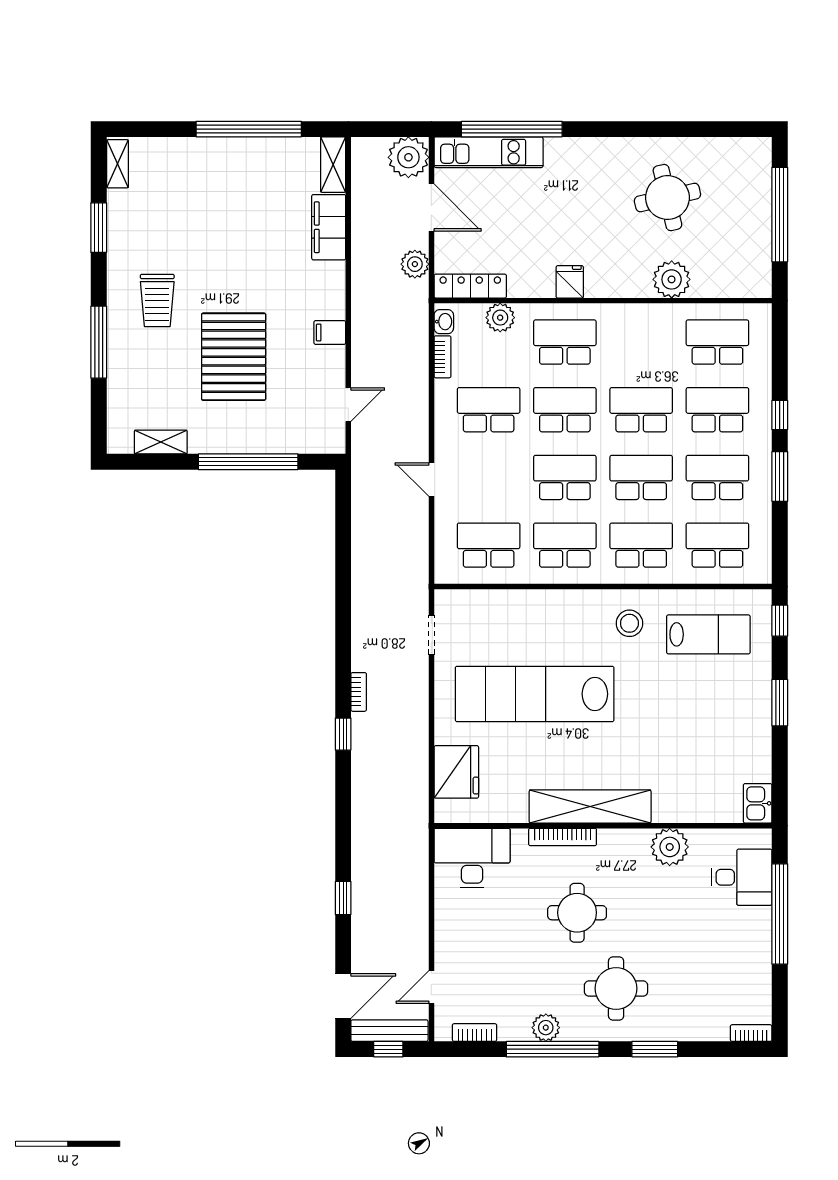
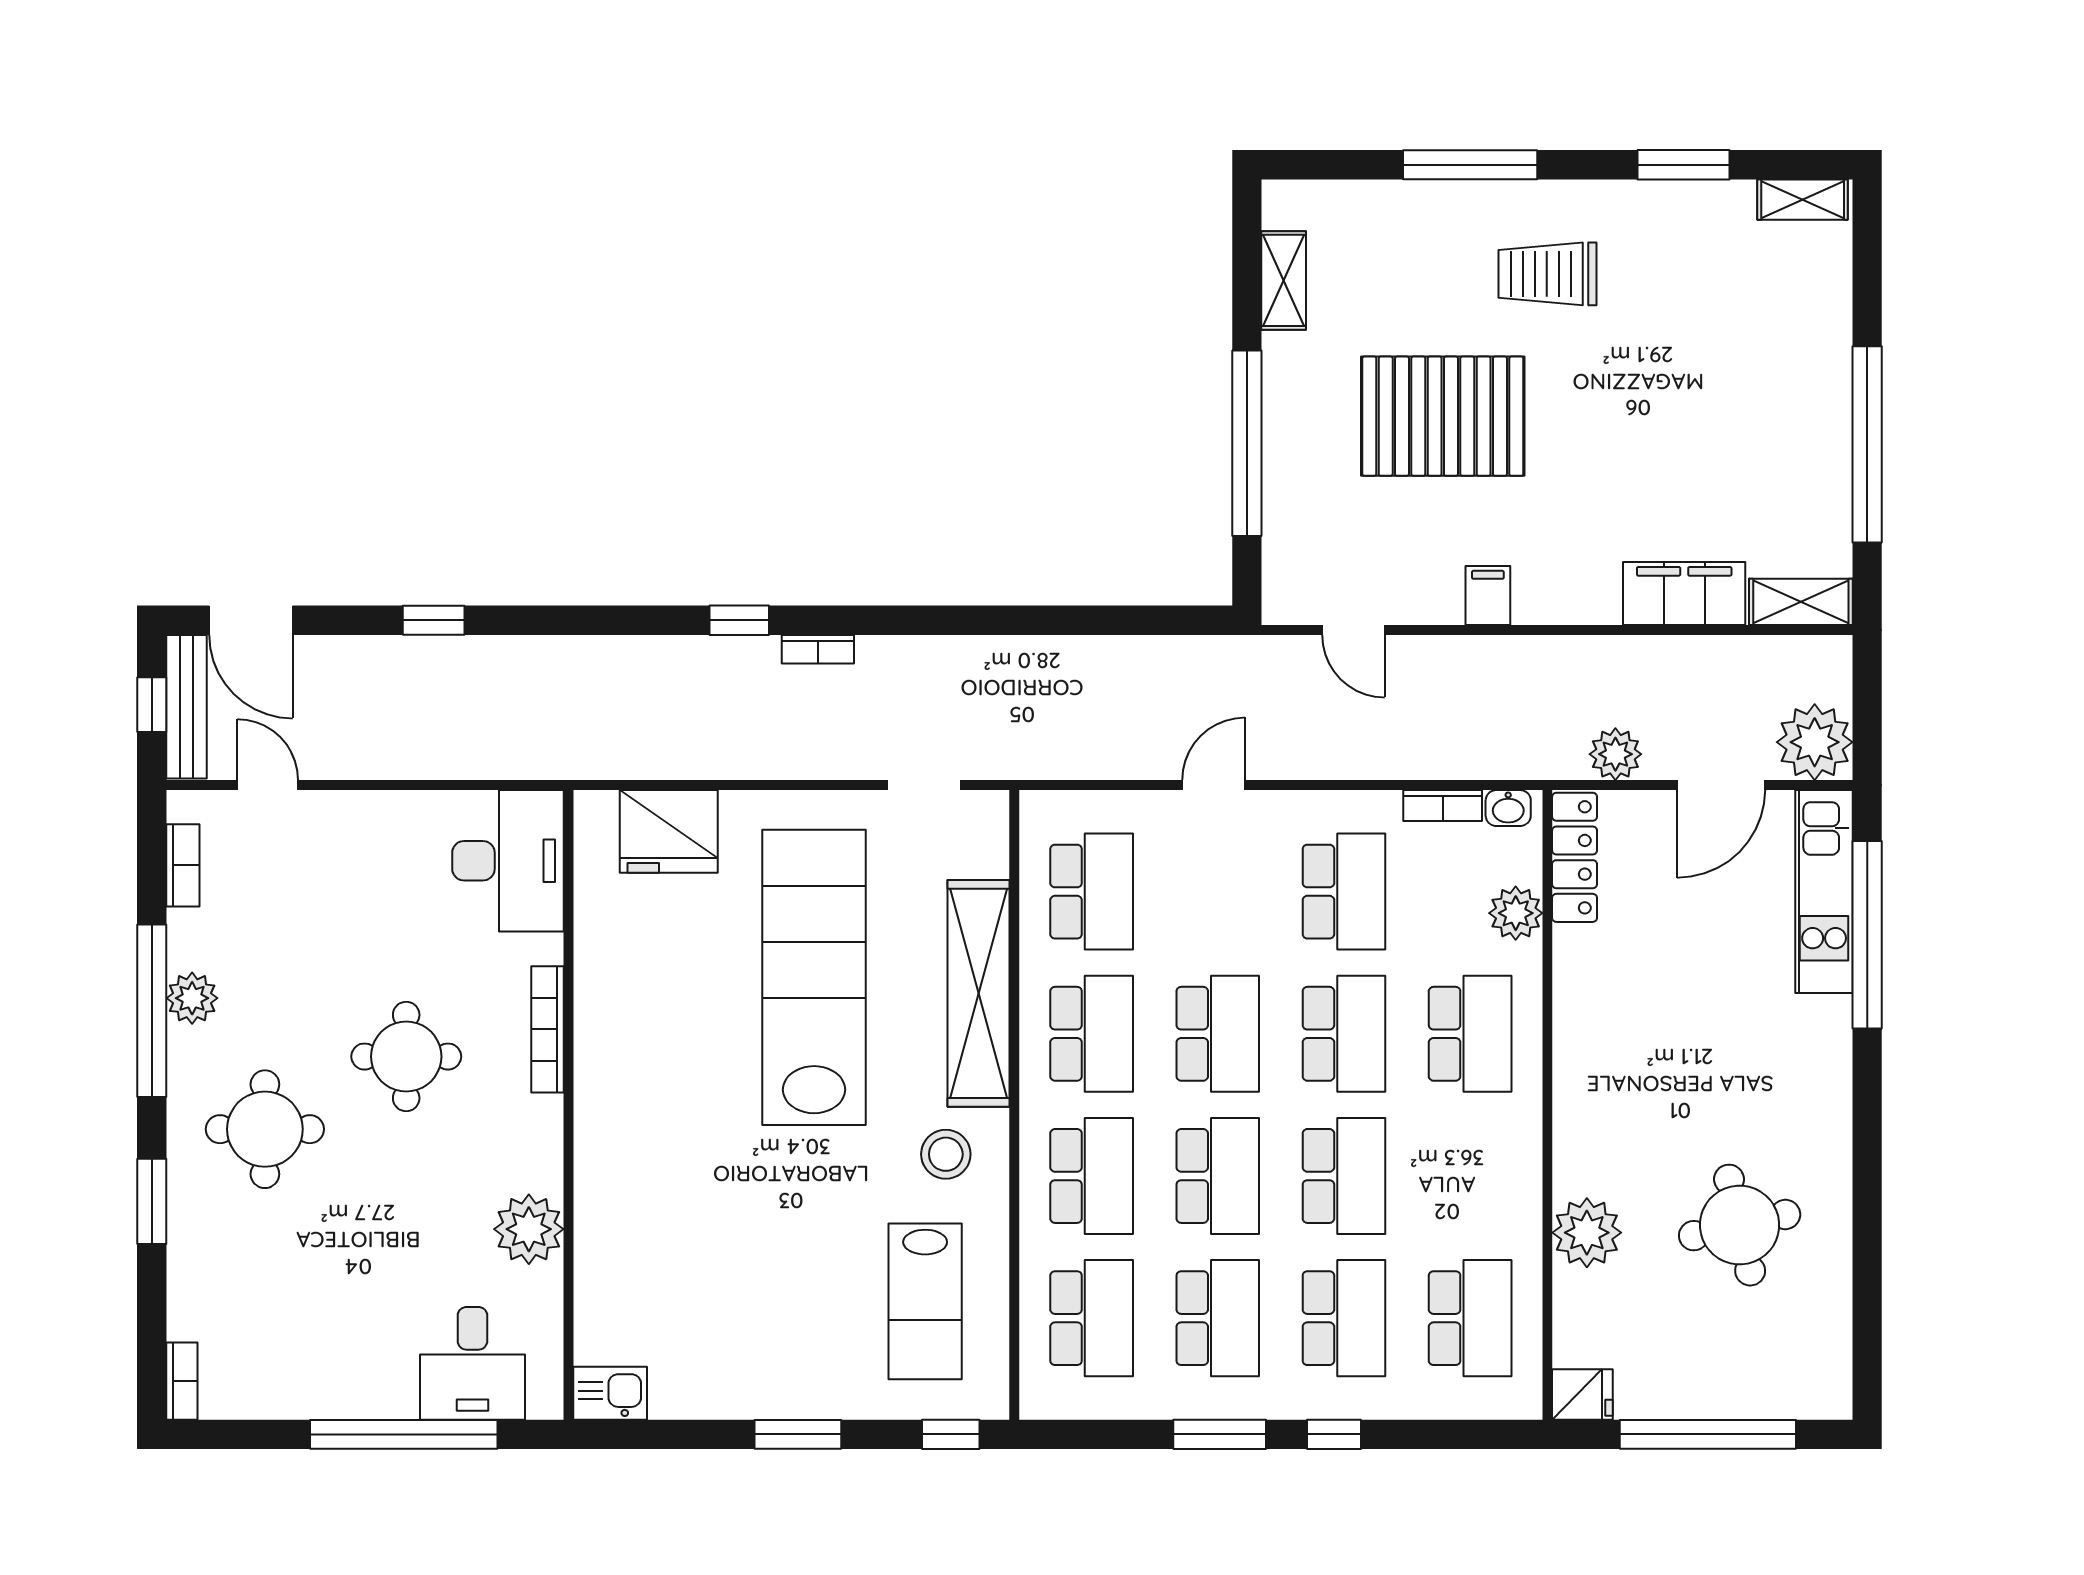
fridge: (570, 282) -> (1582, 1394), moved
shelving: (590, 806) -> (979, 993), moved

